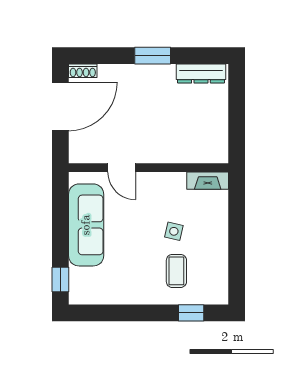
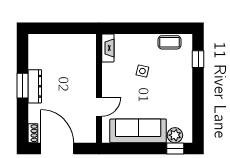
dresser: (201, 74) -> (35, 86), moved
coffee table: (176, 271) -> (170, 42), moved
plant: (80, 279) -> (175, 135), added

